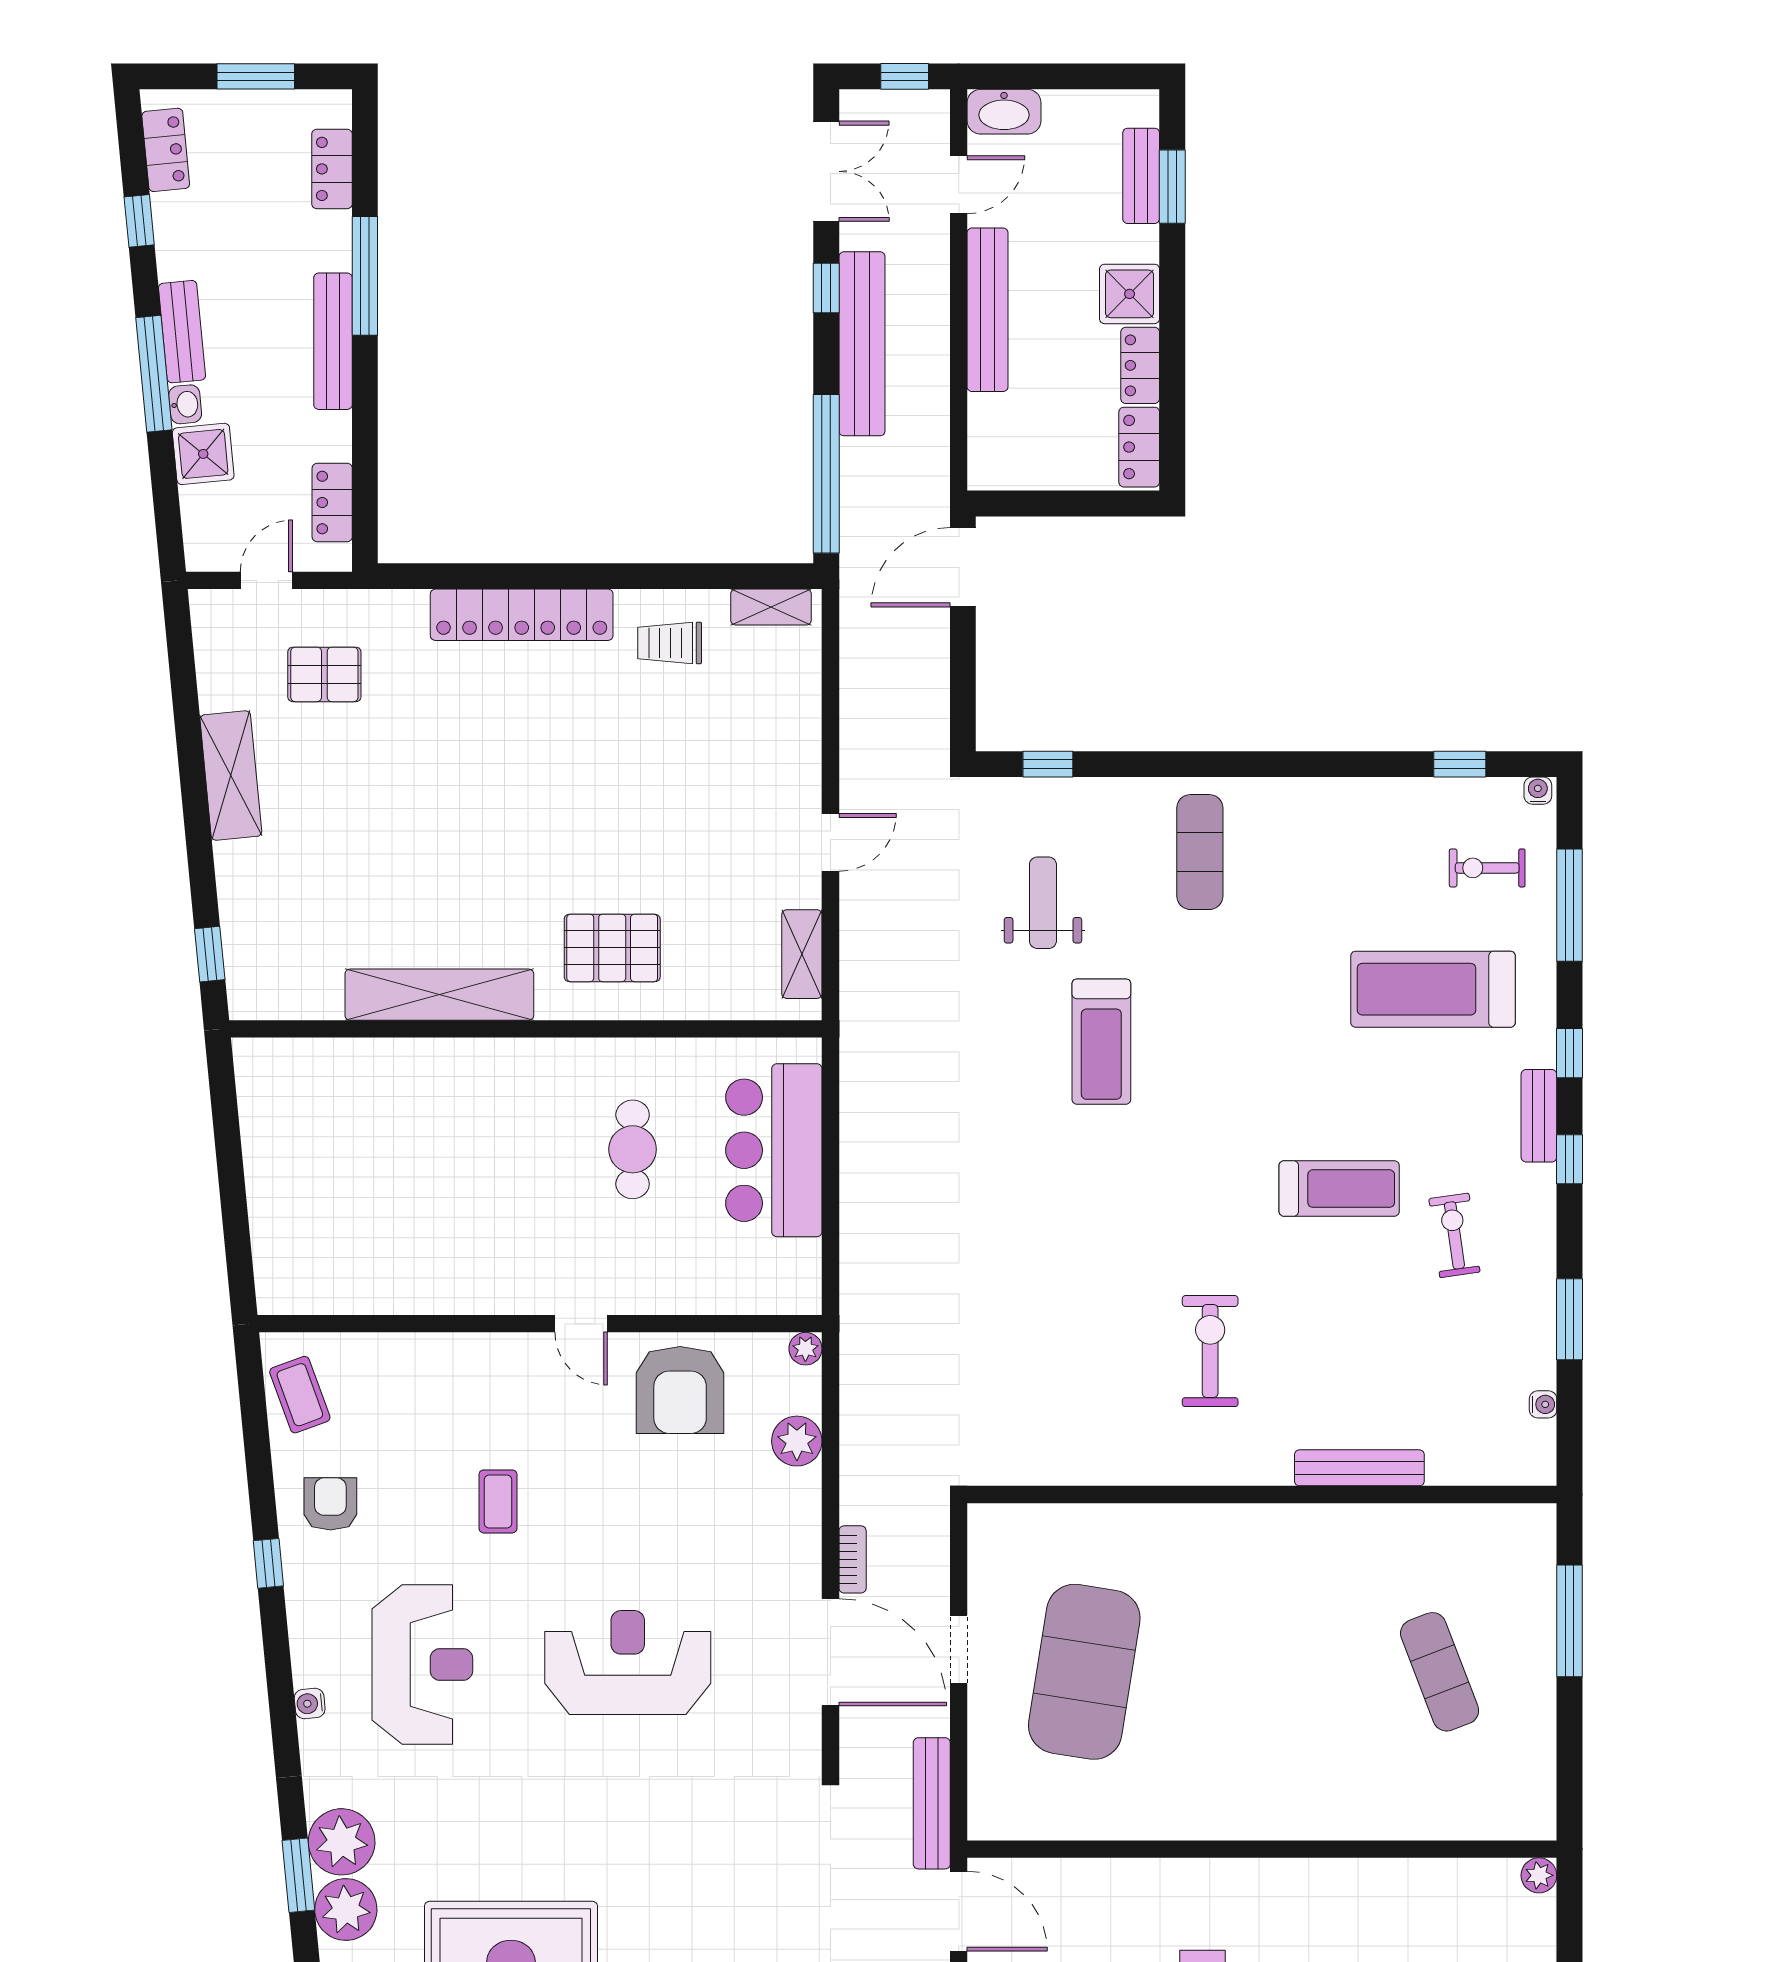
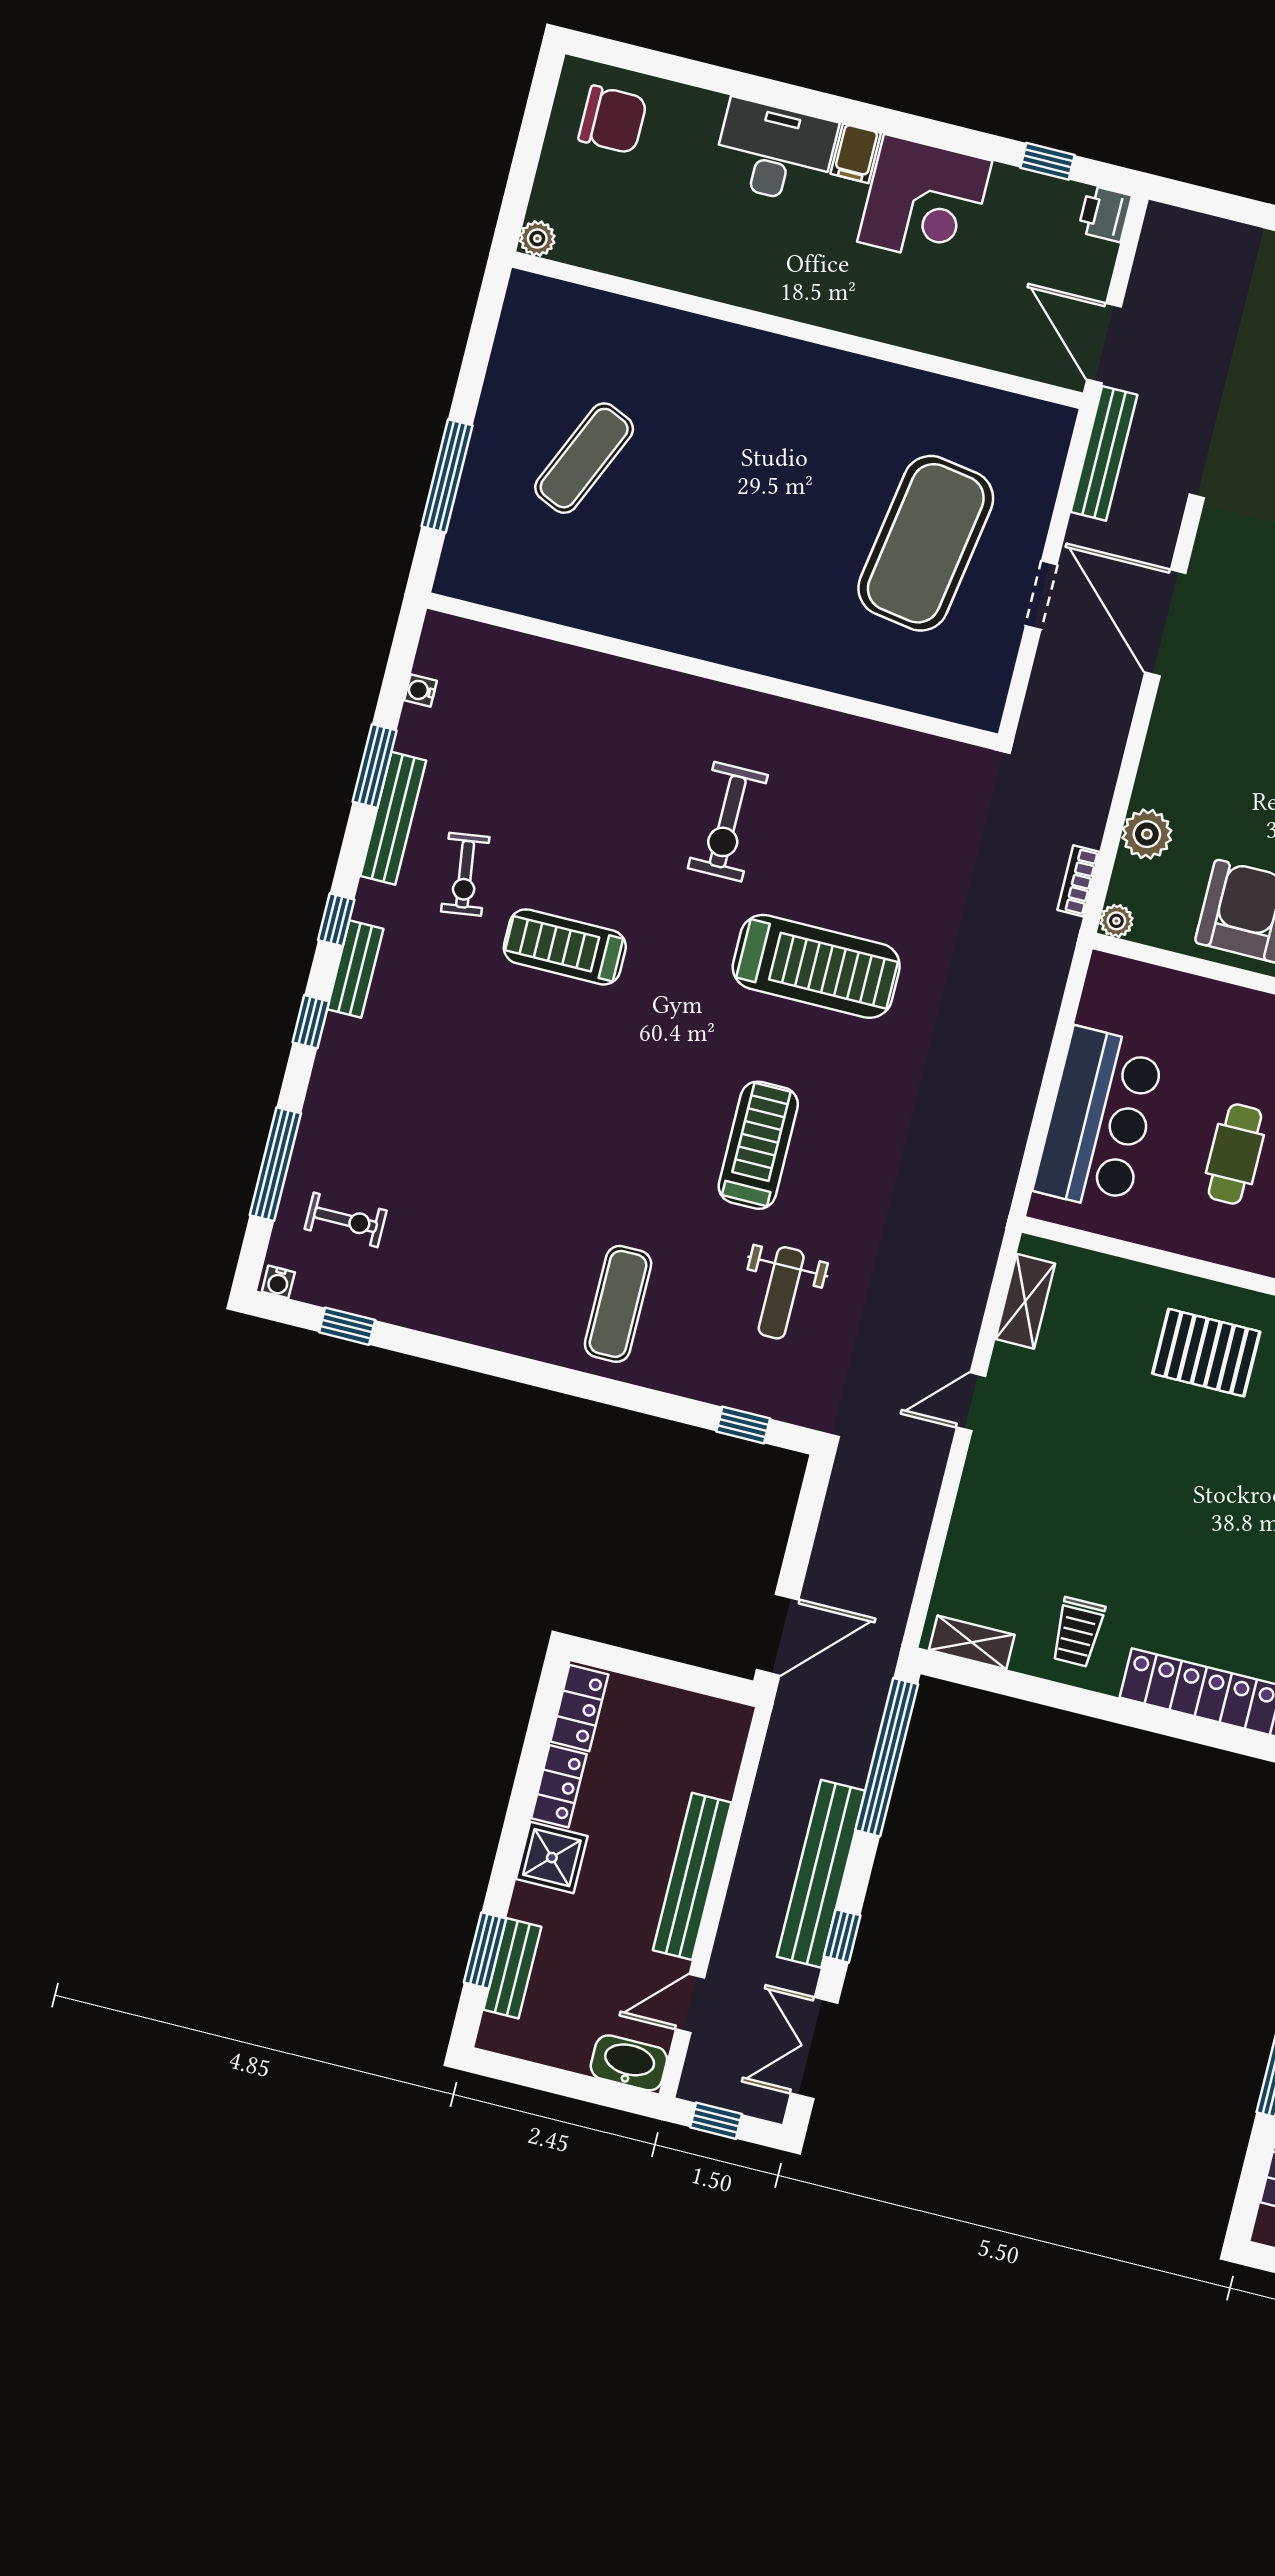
trolley: (670, 643) -> (1078, 1632), turned 90
treadmill: (1433, 989) -> (816, 966), moved
bench: (1359, 1468) -> (393, 818), moved, turned 90
bookcase: (853, 1559) -> (1078, 881), moved
exercise mat: (1440, 1672) -> (584, 458), turned 45

